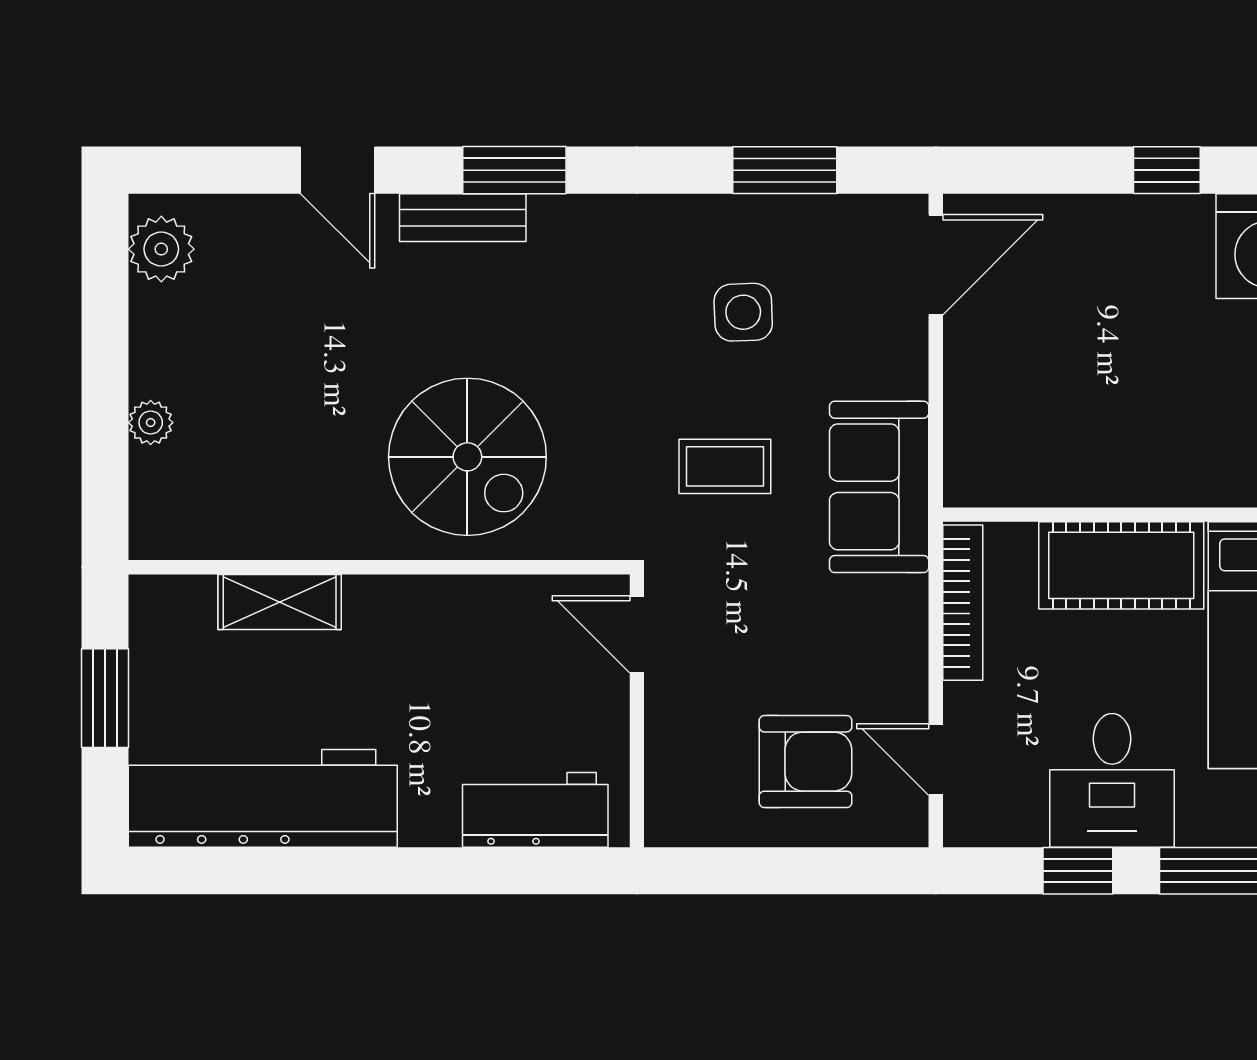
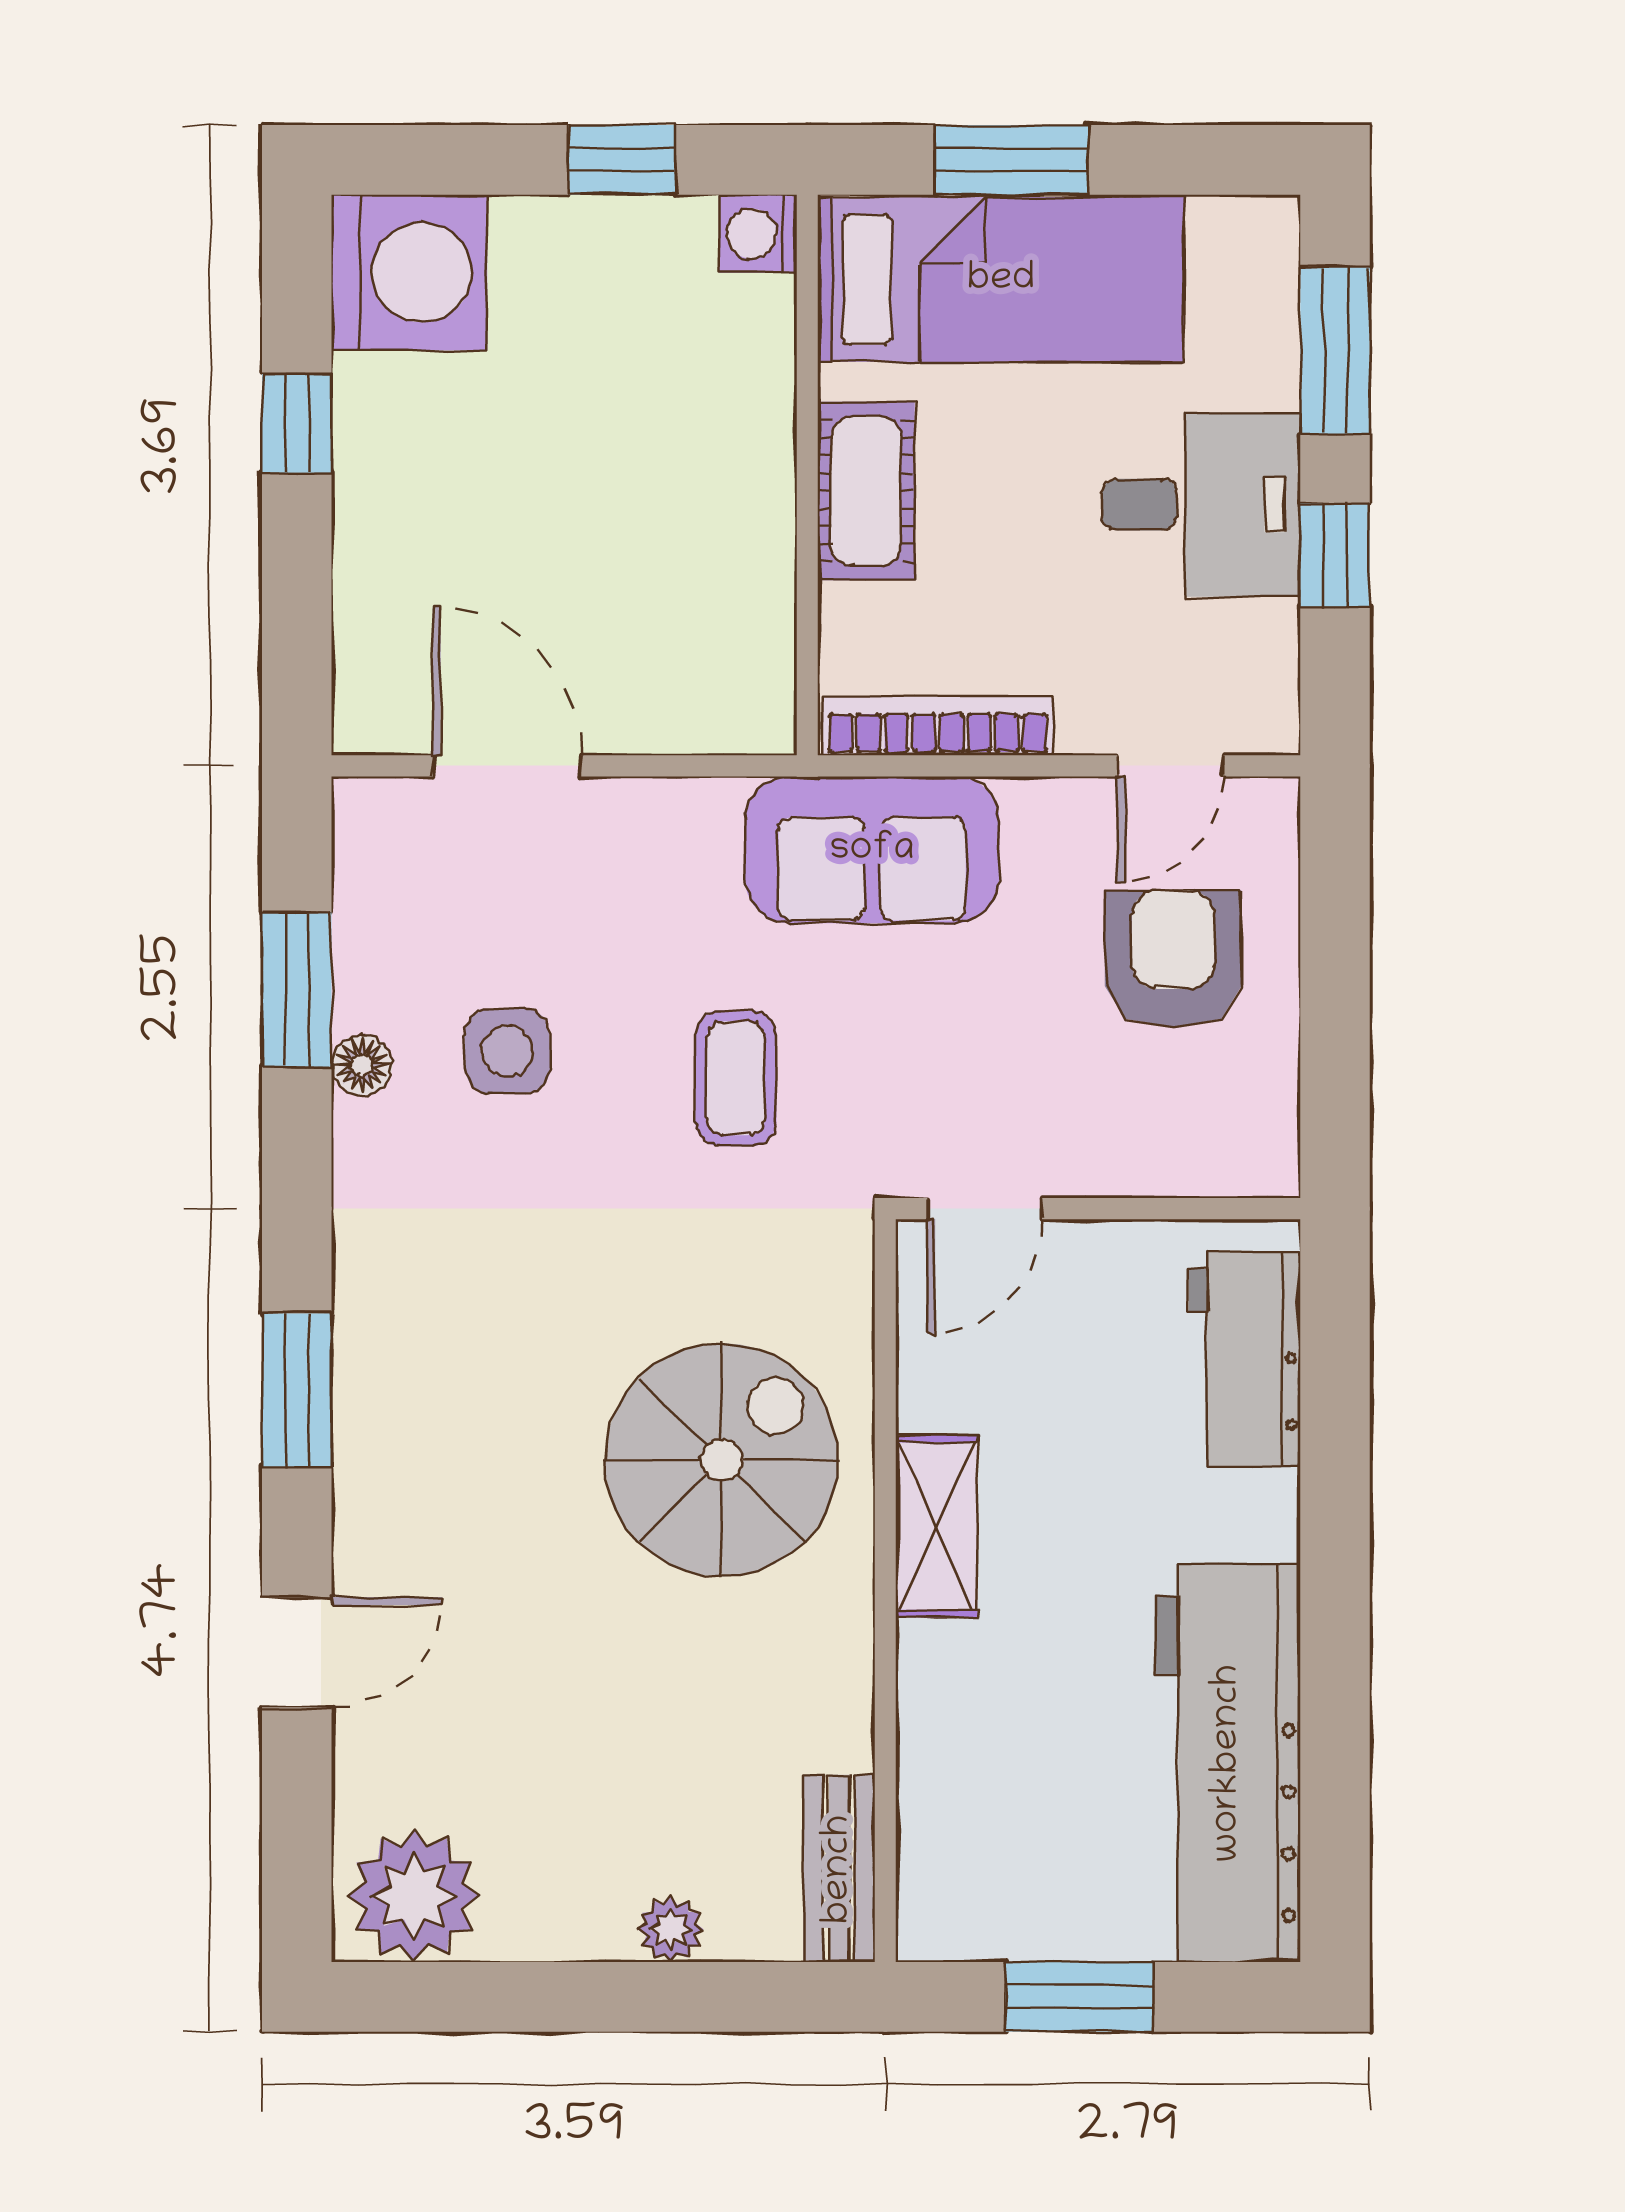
floor lamp: (734, 214) -> (362, 1065), added
bench: (463, 218) -> (839, 1869), moved
plant: (161, 249) -> (414, 1896), width x1.36, depth x1.36
door: (936, 265) -> (507, 766), moved
sofa: (879, 487) -> (872, 850), moved
cot: (1121, 565) -> (866, 491), width x0.73, depth x0.75
shelving: (280, 602) -> (937, 1526), moved

